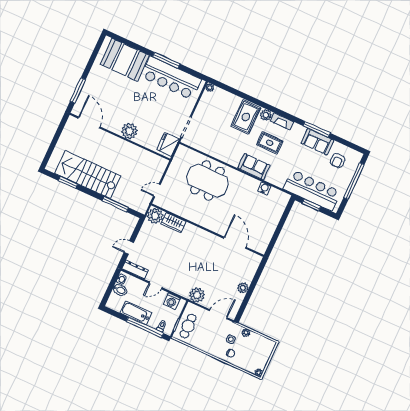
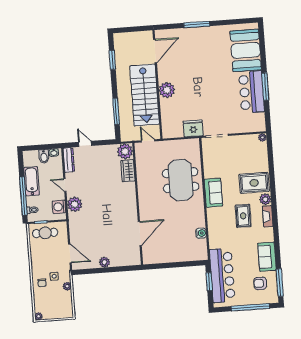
bar counter: (171, 78) -> (252, 92), width x0.73
door: (89, 123) -> (155, 51), moved
window: (317, 129) -> (280, 283), moved
plant: (129, 131) -> (167, 90), moved
wall: (120, 137) -> (157, 85), moved
sofa: (254, 167) -> (213, 193), moved
stairs: (88, 175) -> (145, 95), moved, turned 180
plant: (197, 295) -> (75, 204), moved

